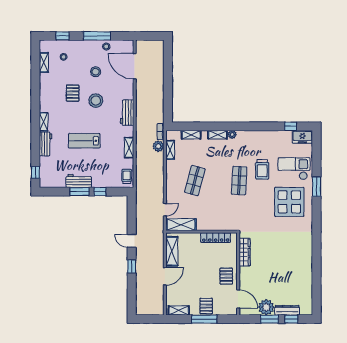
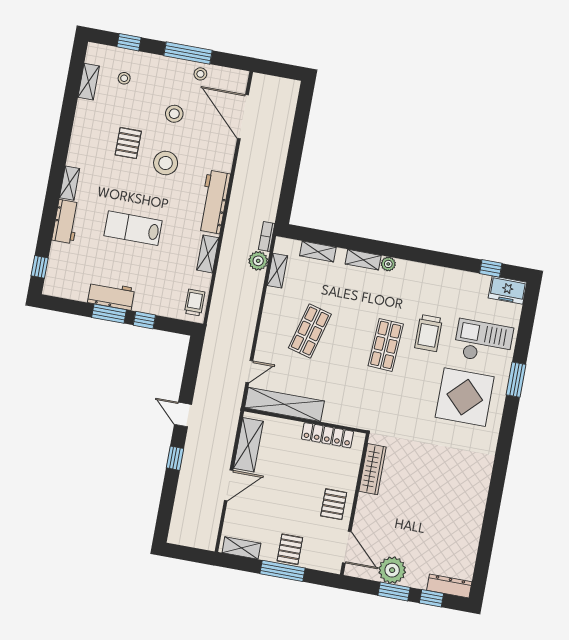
workbench: (127, 113) -> (214, 202), width x1.38
shelving: (181, 225) -> (284, 404), width x1.47
dresser: (287, 310) -> (449, 586), moved

